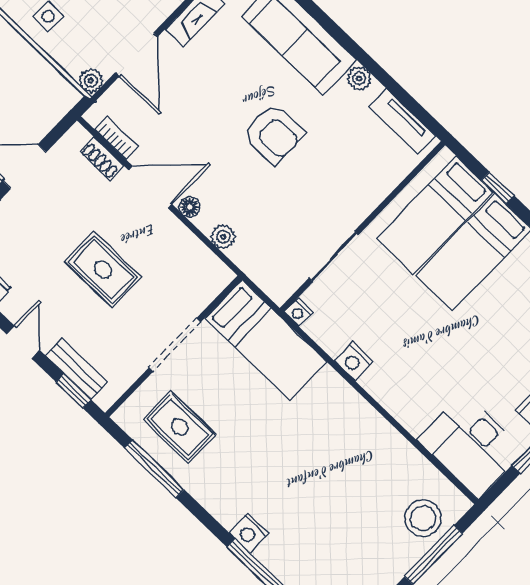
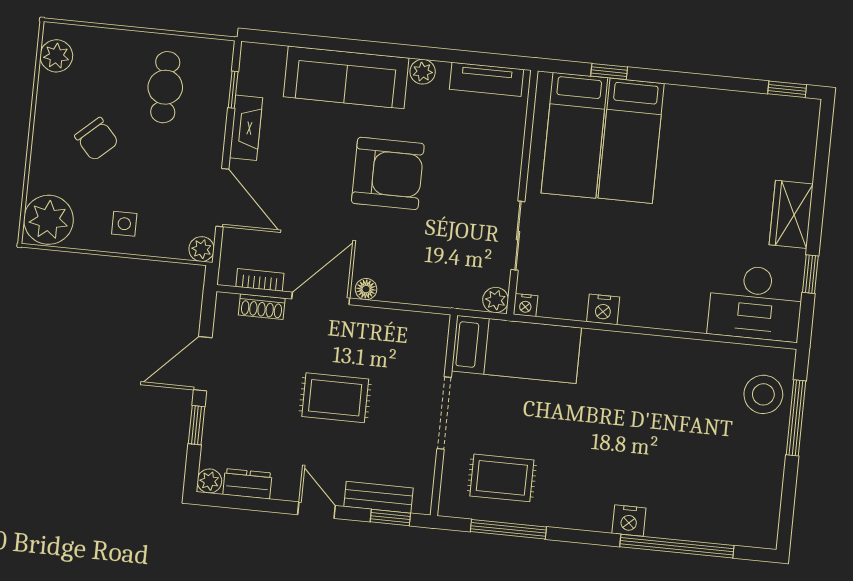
armchair: (274, 134) -> (388, 173), width x1.36, depth x1.36
plant: (223, 237) -> (496, 300), moved

